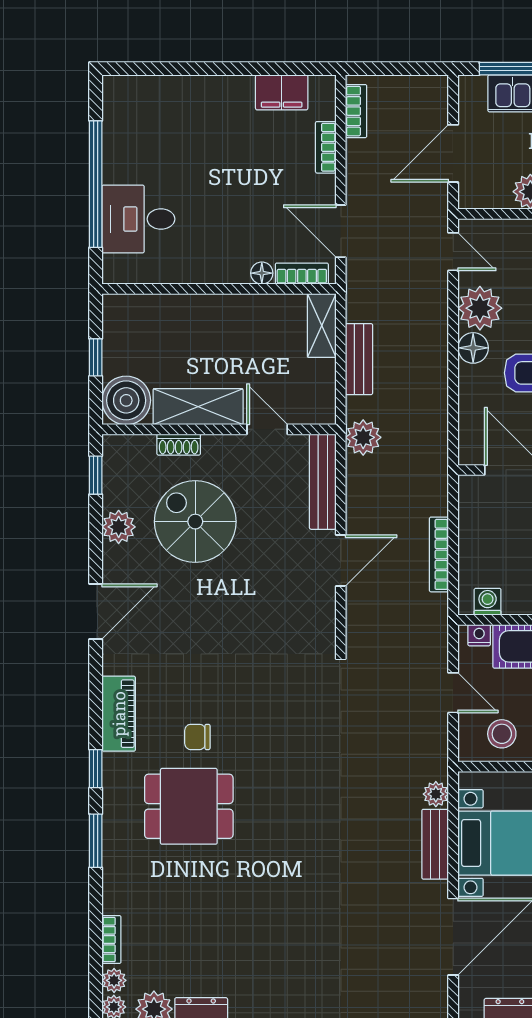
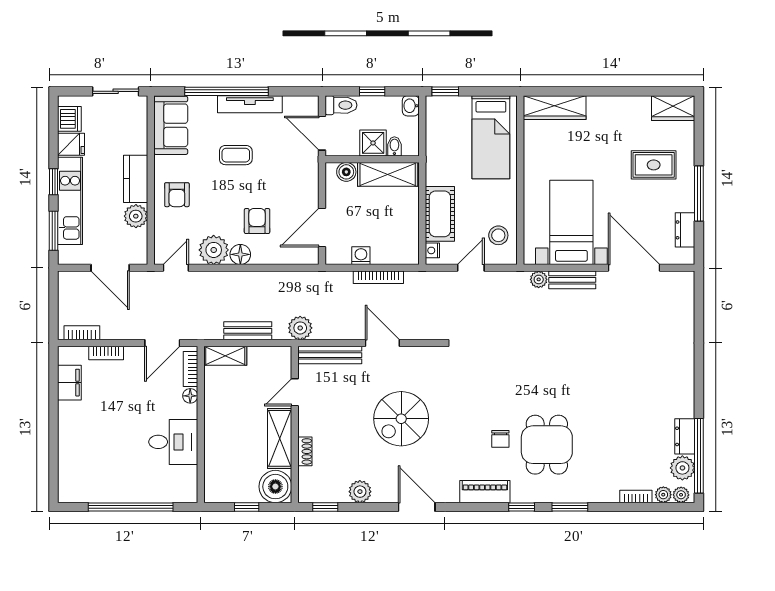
desk: (138, 219) -> (173, 442), moved, turned -90
spiral stairs: (195, 522) -> (401, 419), moved
washing machine: (488, 602) -> (361, 256), moved, turned 90

